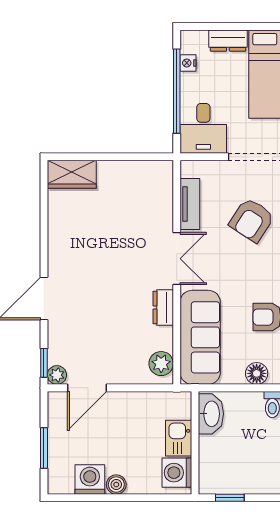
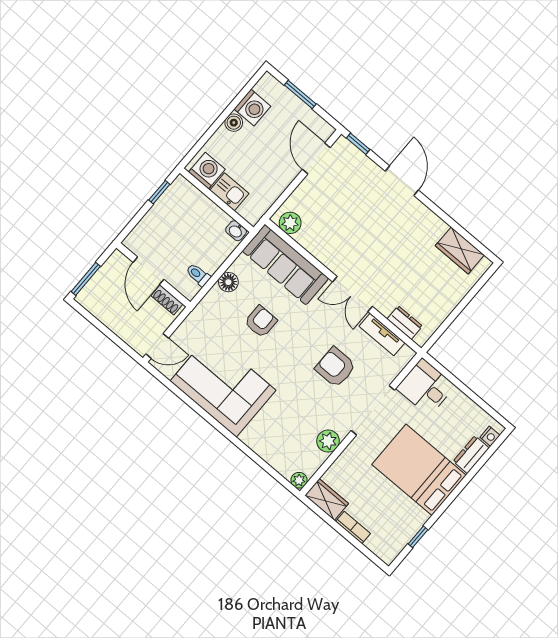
nightstand: (188, 63) -> (490, 436), moved, turned 90
window: (177, 91) -> (466, 391), removed
wardrobe: (72, 174) -> (460, 250), moved, turned -90
armchair: (252, 220) -> (335, 367), turned -33
dresser: (163, 307) -> (405, 323), moved
plant: (57, 375) -> (342, 145), removed
washbasin: (211, 414) -> (236, 231), width x0.52, depth x0.69

